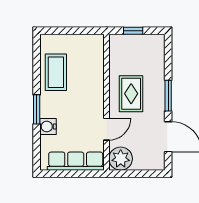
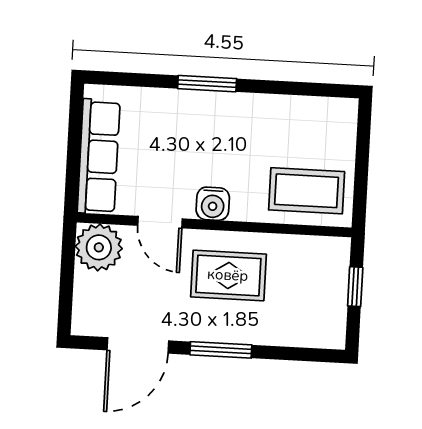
coffee table: (56, 72) -> (307, 191), moved
water cooler: (48, 127) -> (213, 204), moved, turned 180

